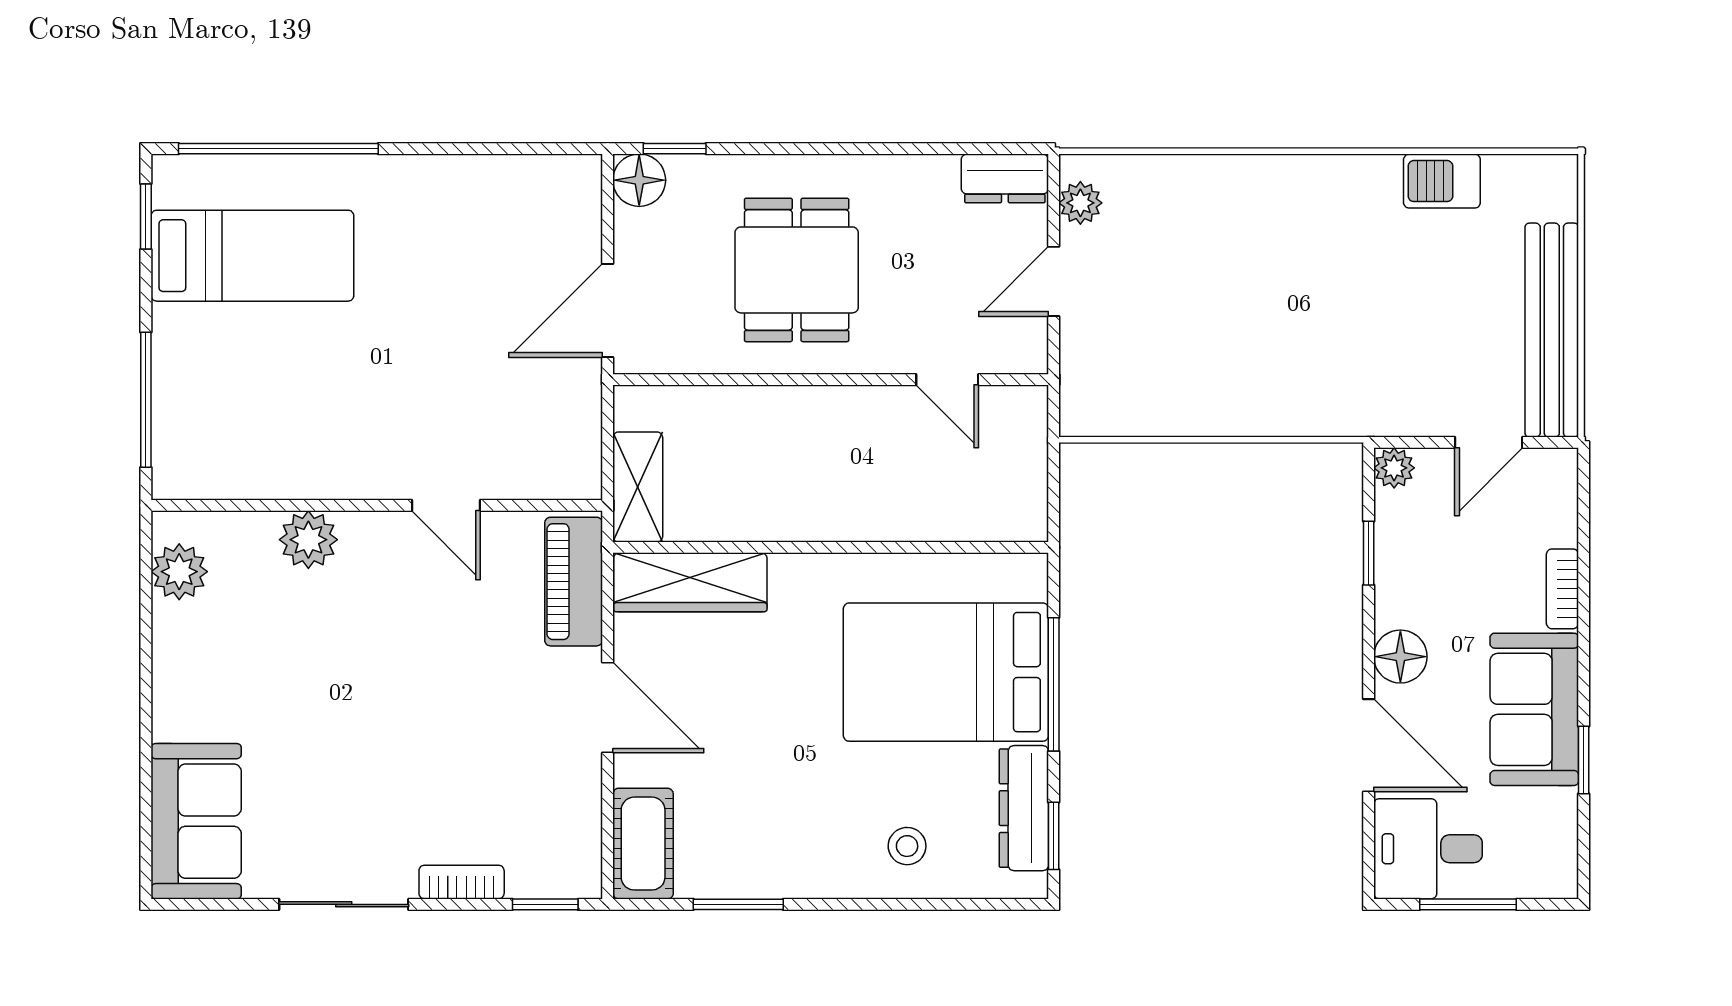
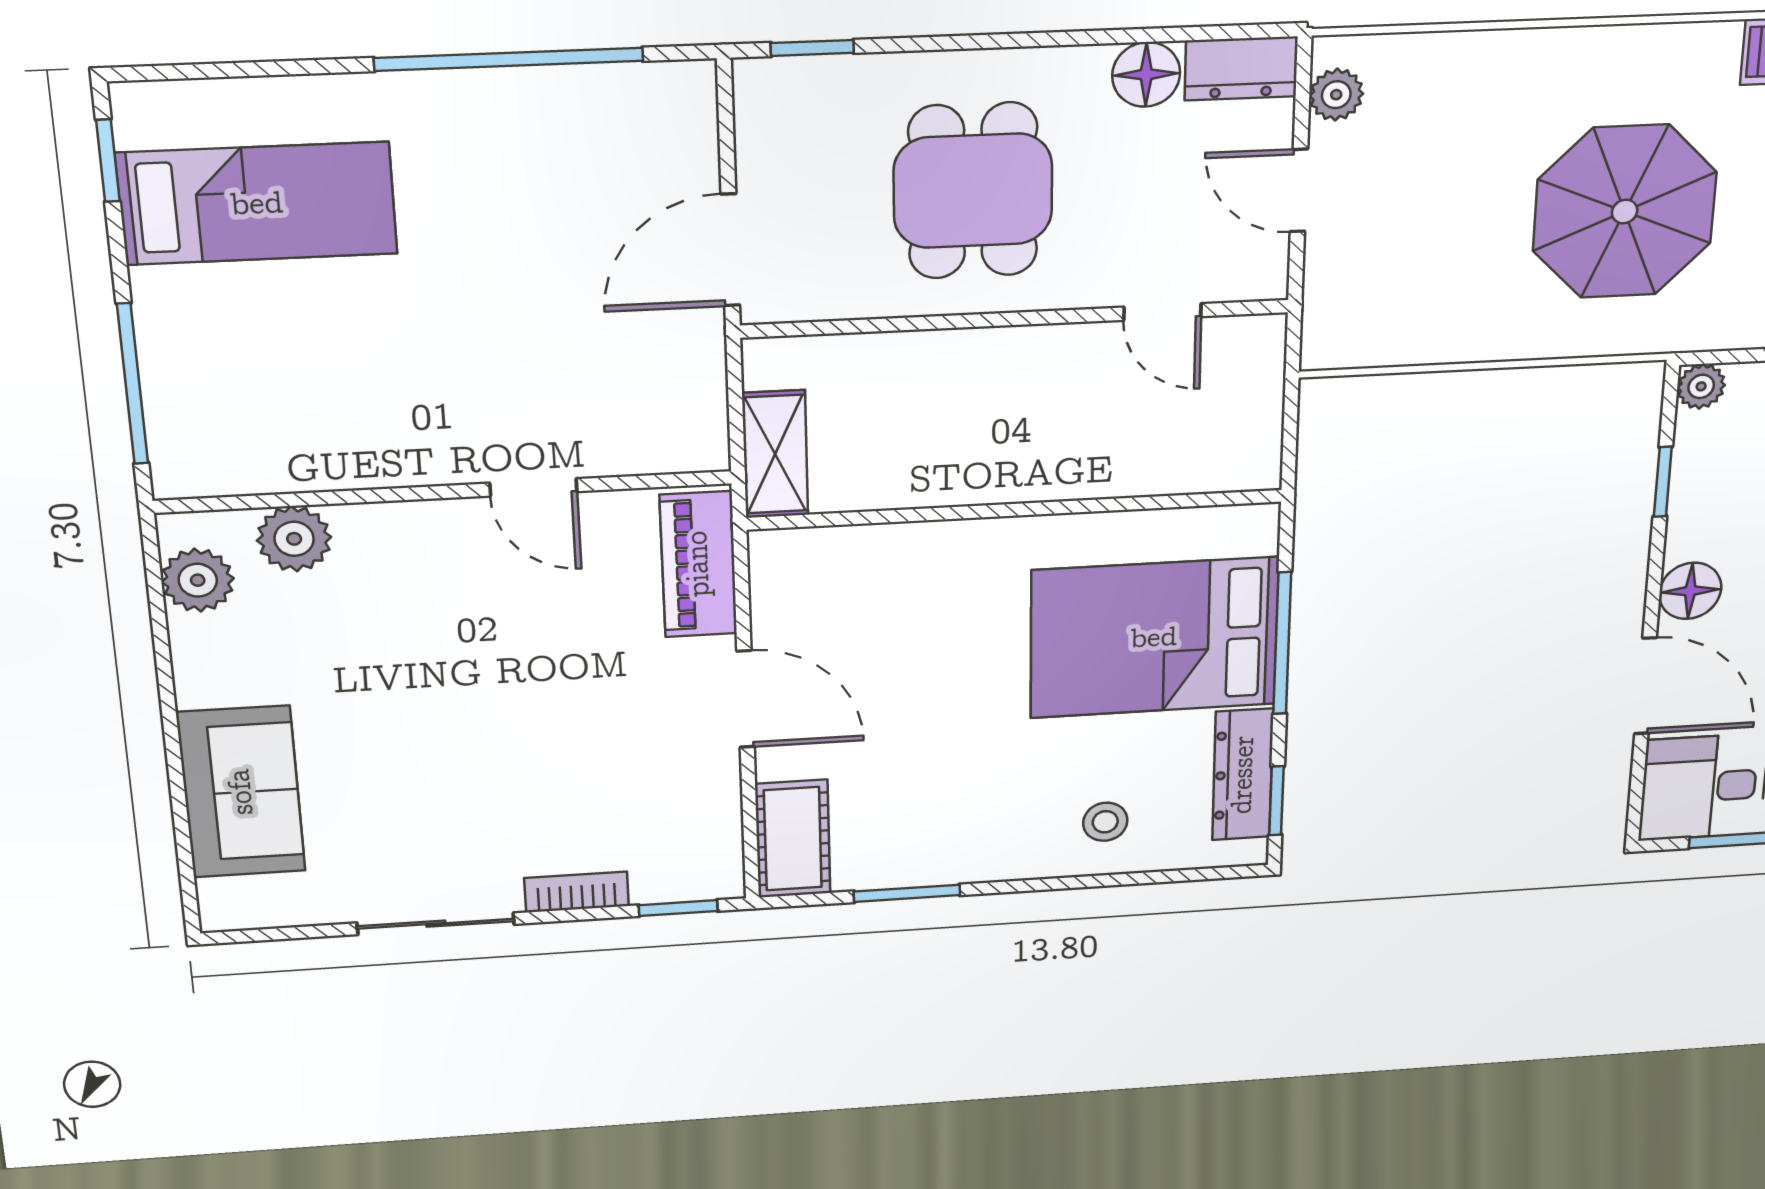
window: (278, 149) -> (509, 59), moved
floor lamp: (639, 180) -> (1146, 74), moved
door: (1054, 281) -> (1299, 191), hinge flipped
parasol: (1318, 311) -> (1625, 212), added
plant: (308, 540) -> (294, 539), moved
wardrobe: (690, 582) -> (843, 557), removed
sofa: (196, 821) -> (241, 792), moved

